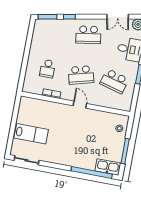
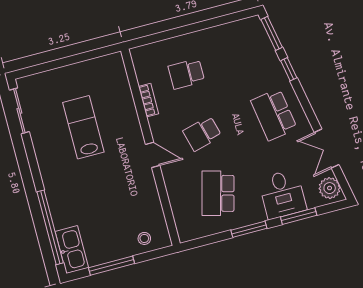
school desk: (81, 75) -> (202, 134), width x0.54
door: (80, 105) -> (153, 155), hinge flipped
lab bench: (31, 134) -> (83, 127), moved, turned 180

